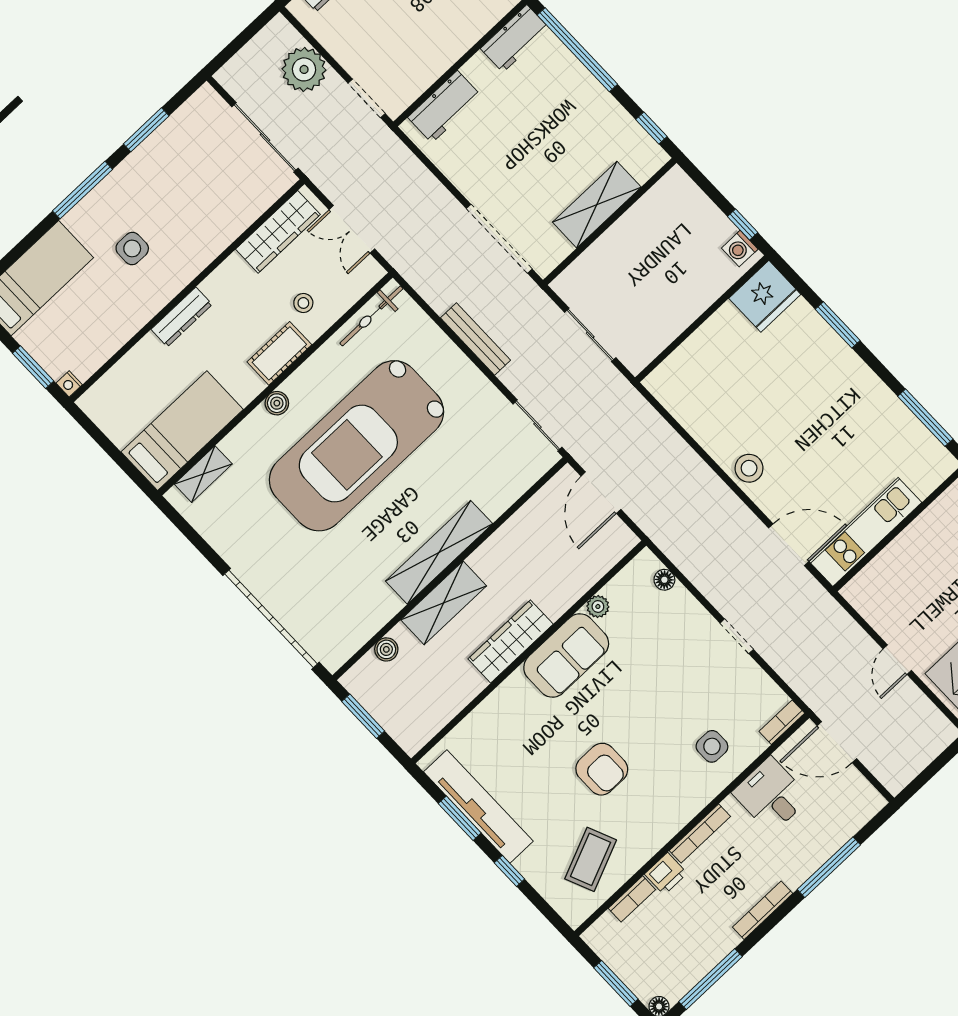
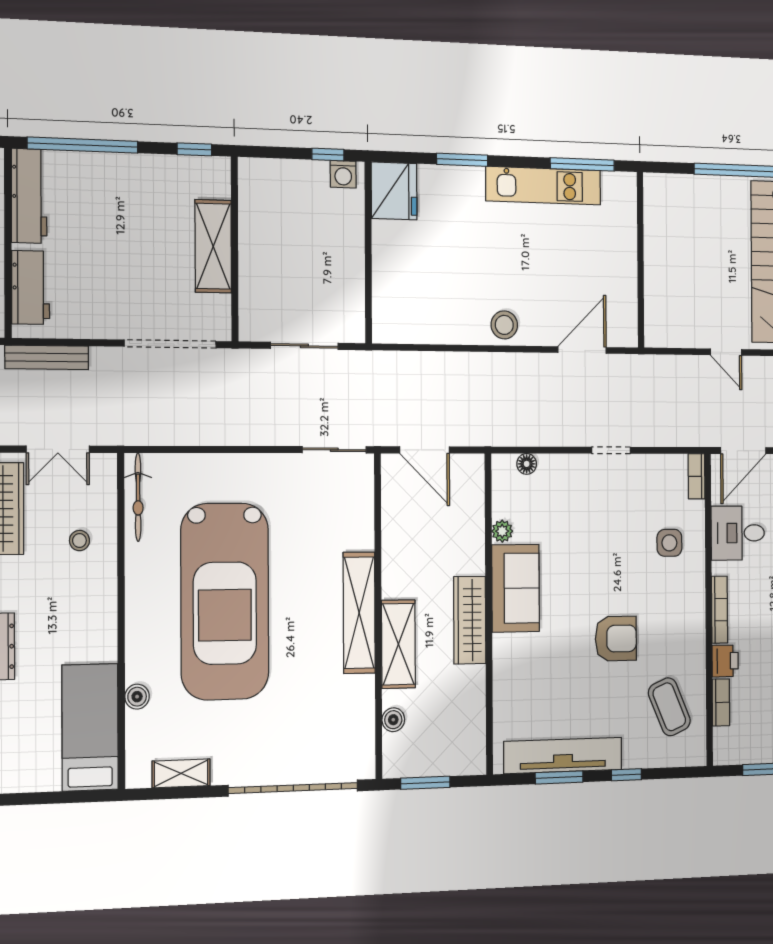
workbench: (515, 39) -> (29, 196), width x1.38
bench: (475, 339) -> (47, 357), moved
cot: (279, 353) -> (101, 596), removed
boiler: (277, 403) -> (137, 697), moved
shelving: (203, 474) -> (181, 773), moved, turned 90
kitchen unit: (865, 532) -> (543, 186), moved, turned -90

